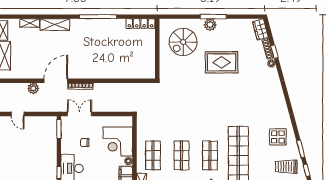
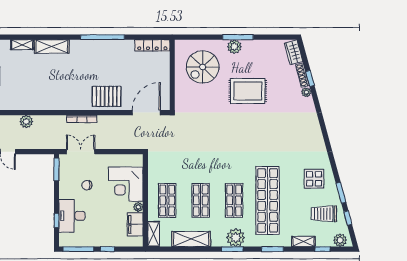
pallet: (102, 67) -> (107, 96), added
door: (56, 81) -> (146, 113), moved

